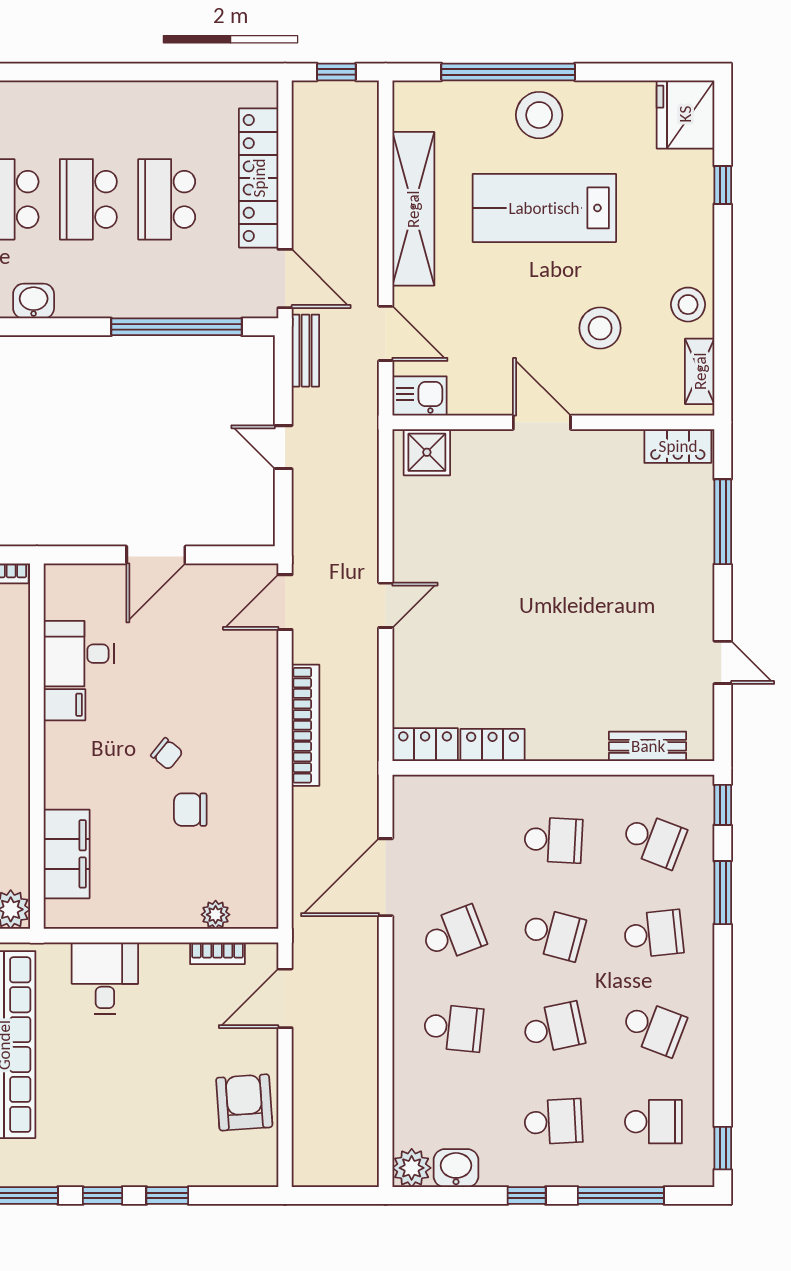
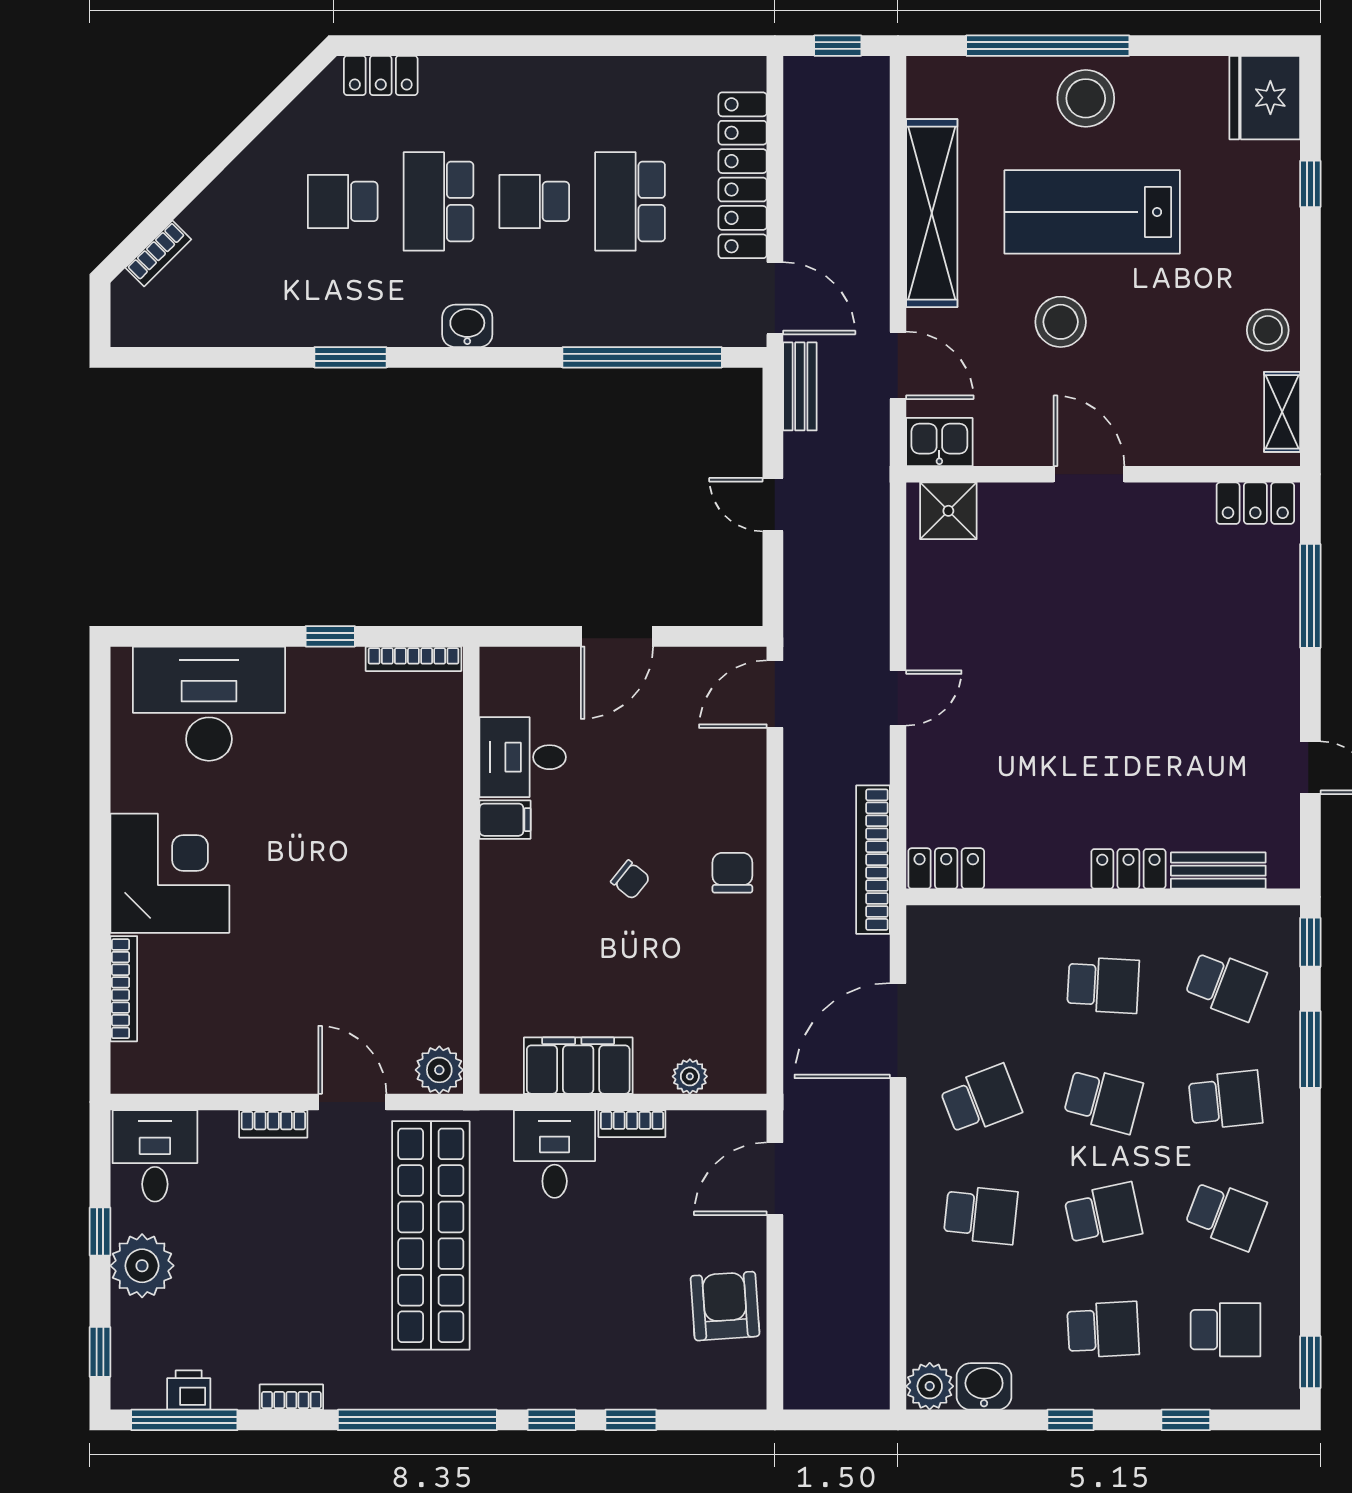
school desk: (88, 199) -> (534, 201), width x0.54
stool: (600, 328) -> (1061, 322), moved
bookcase: (306, 725) -> (873, 860), moved, turned 180
locker: (493, 745) -> (1128, 869), moved
chair: (190, 810) -> (732, 873), moved, turned 90
filing cabinet: (67, 854) -> (578, 1066), moved, turned -90
bookcase: (217, 953) -> (632, 1124), moved
window: (621, 1196) -> (1186, 1420), width x0.46

